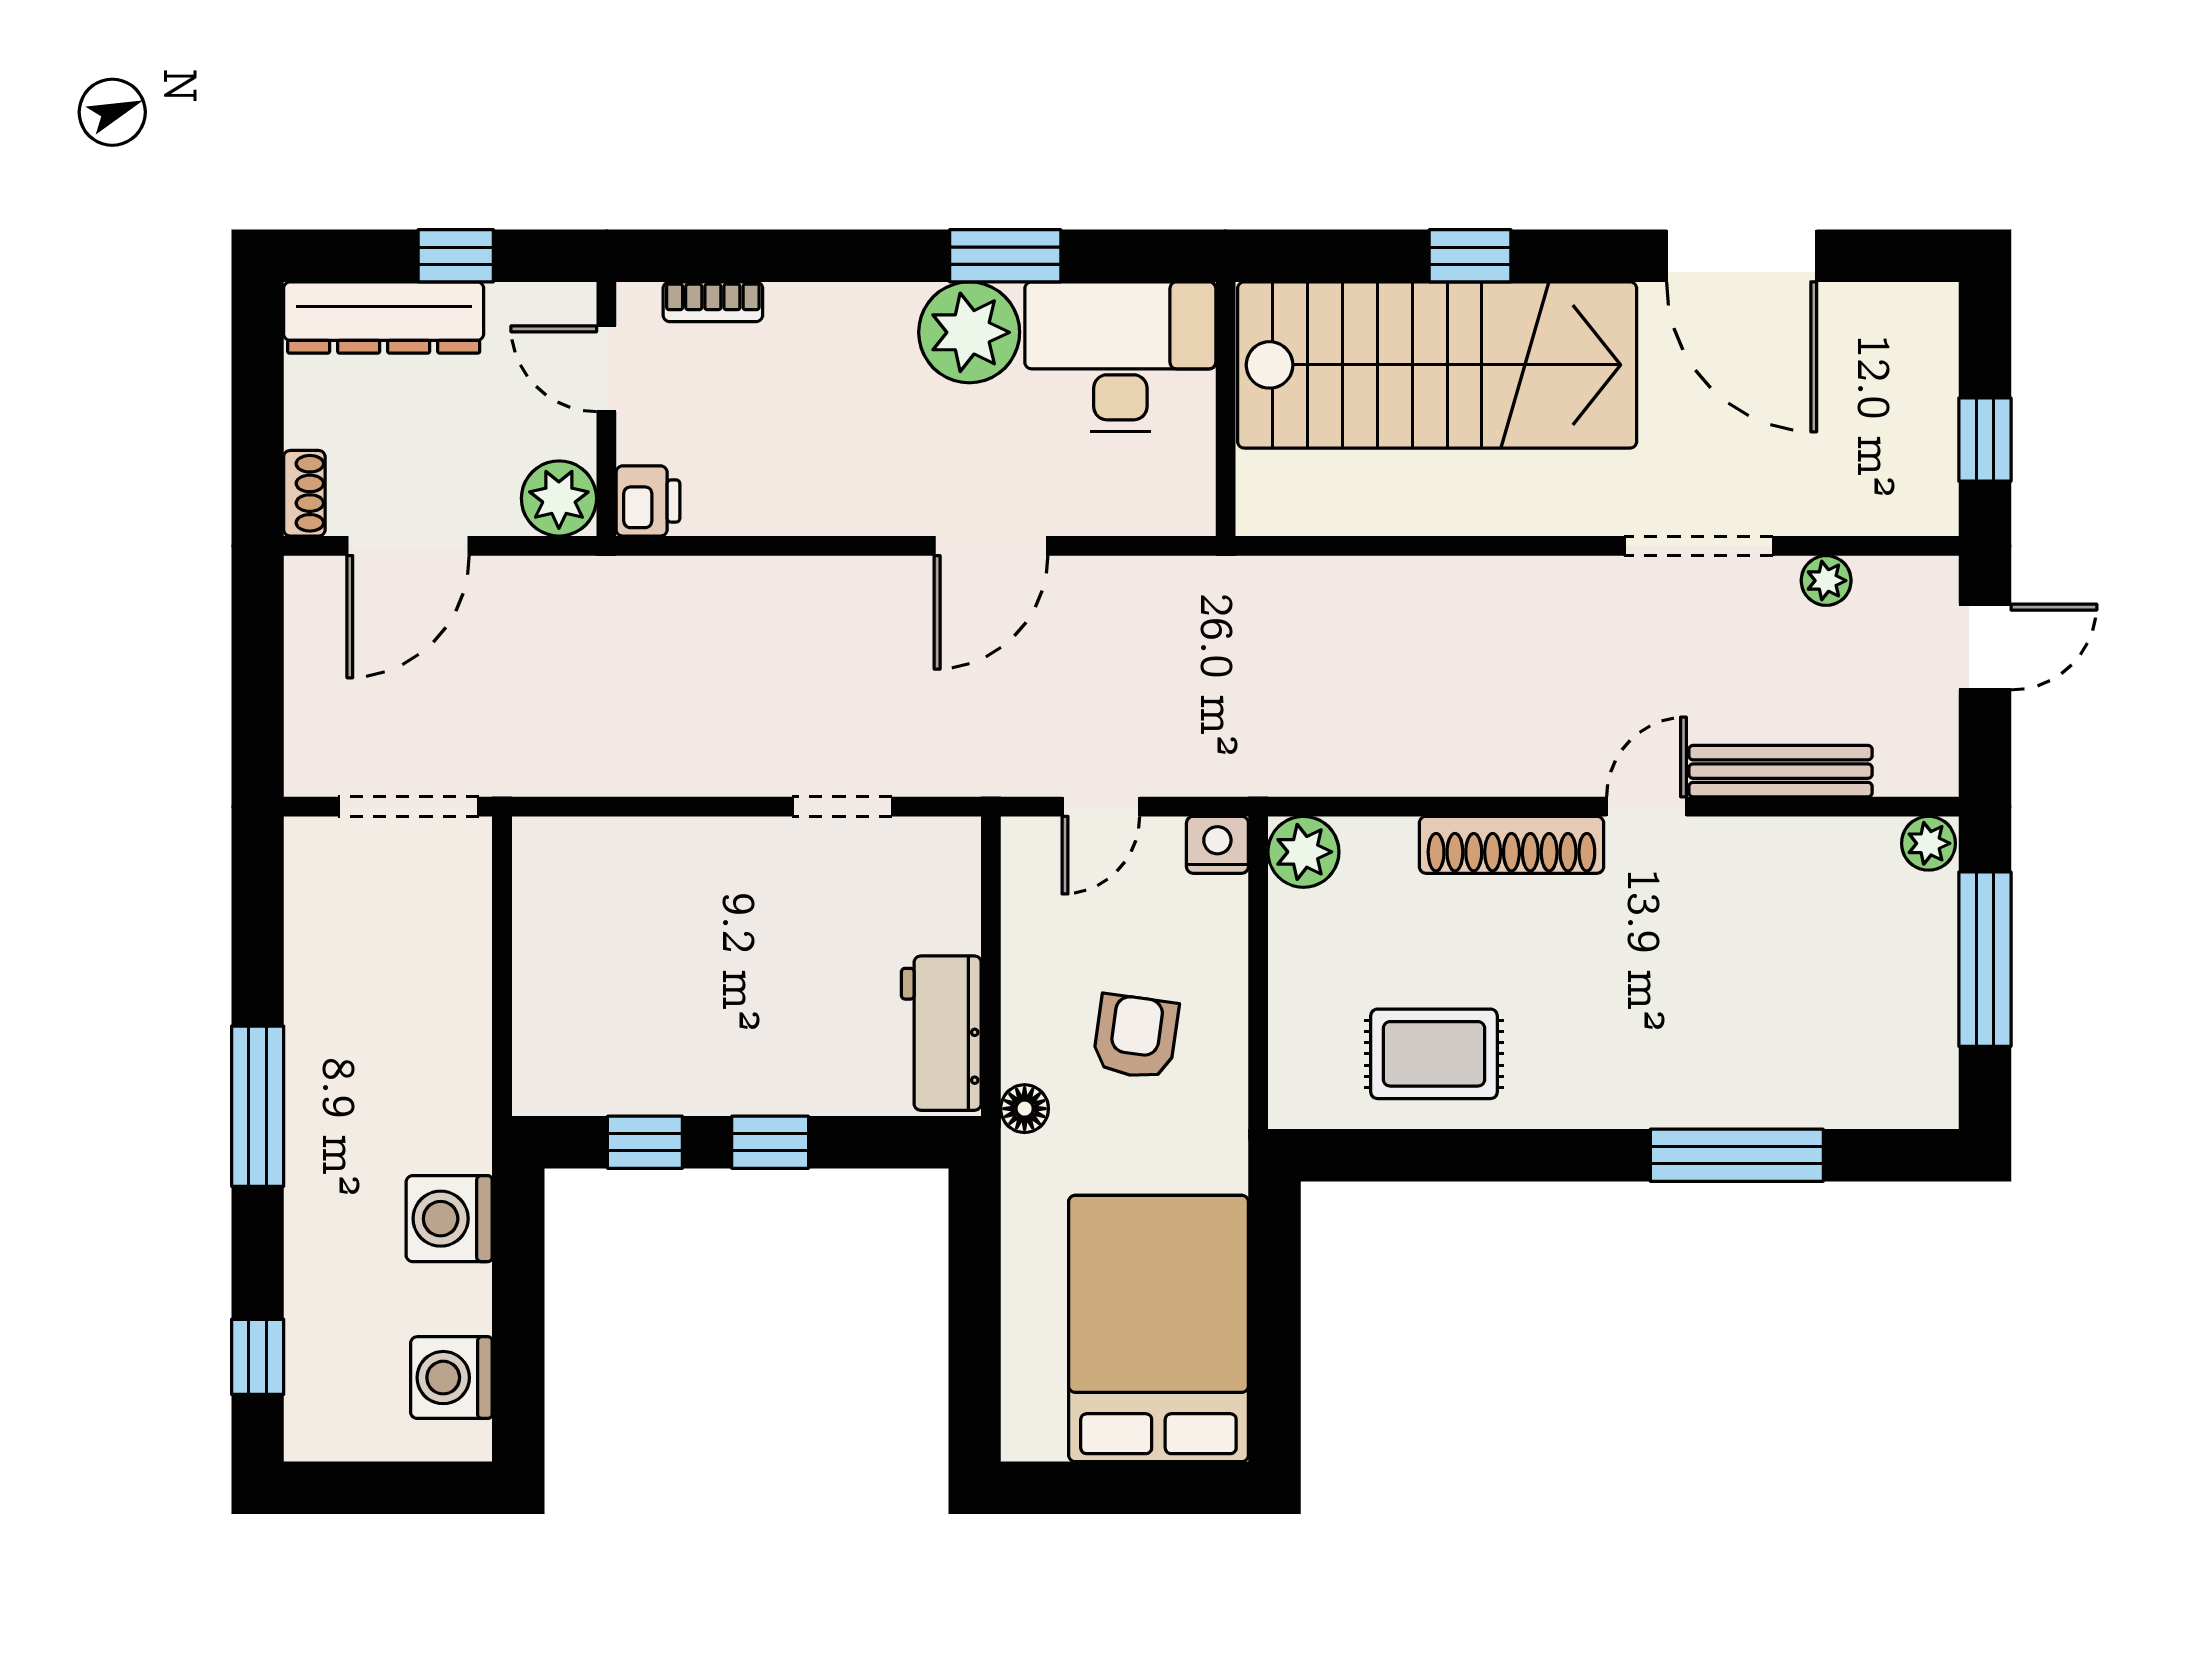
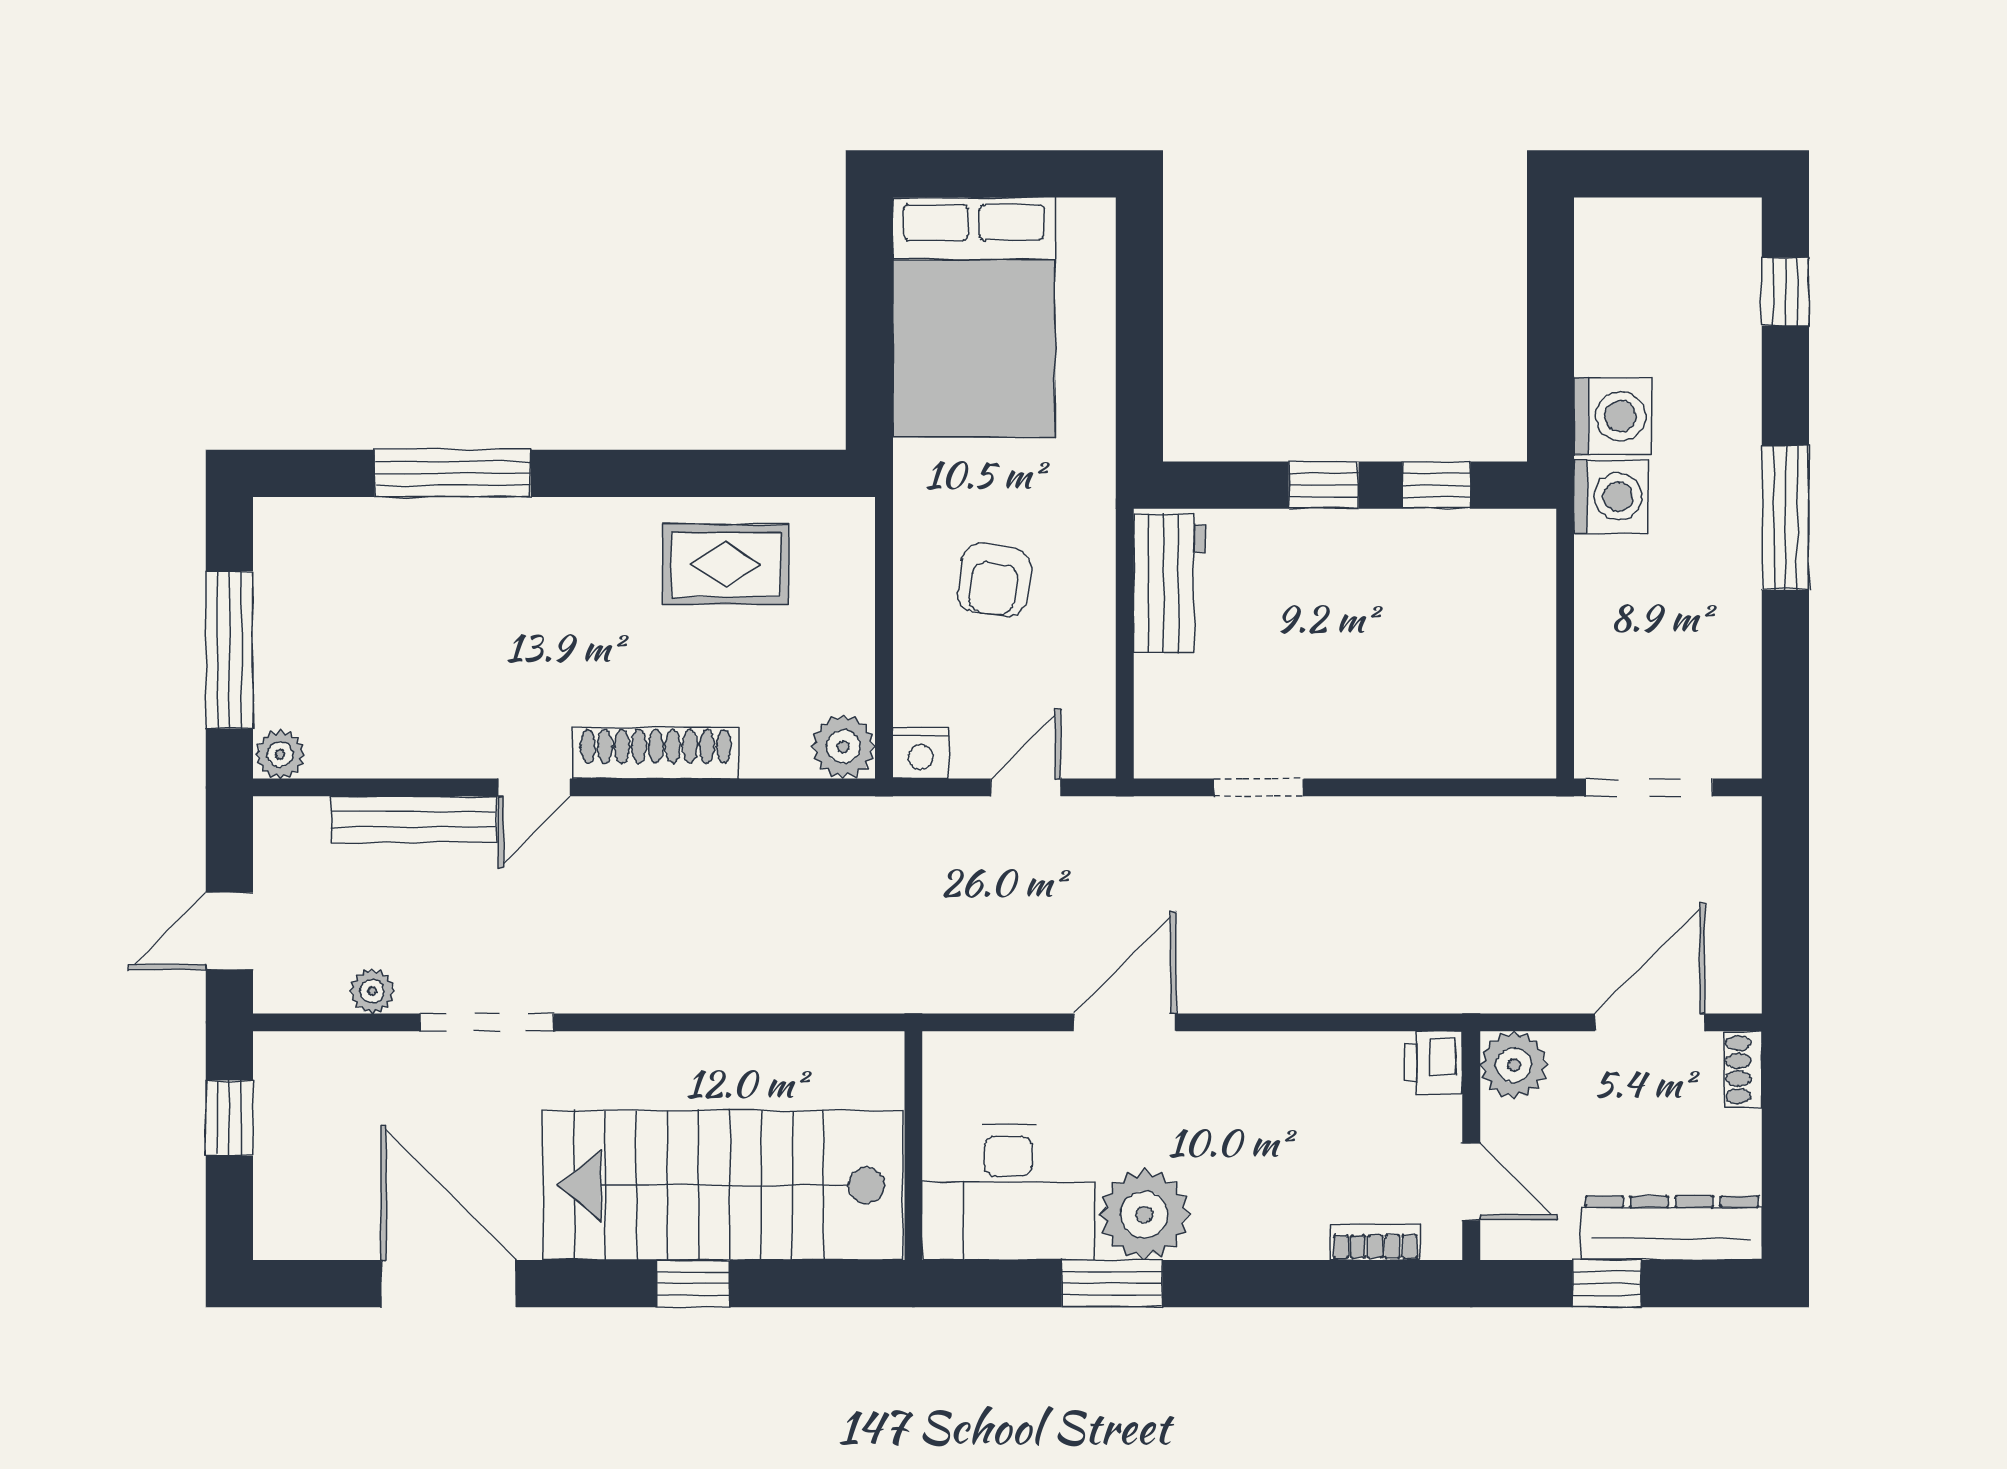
floor lamp: (1025, 1109) -> (1094, 515), removed
washing machine: (451, 1378) -> (1611, 497), moved

